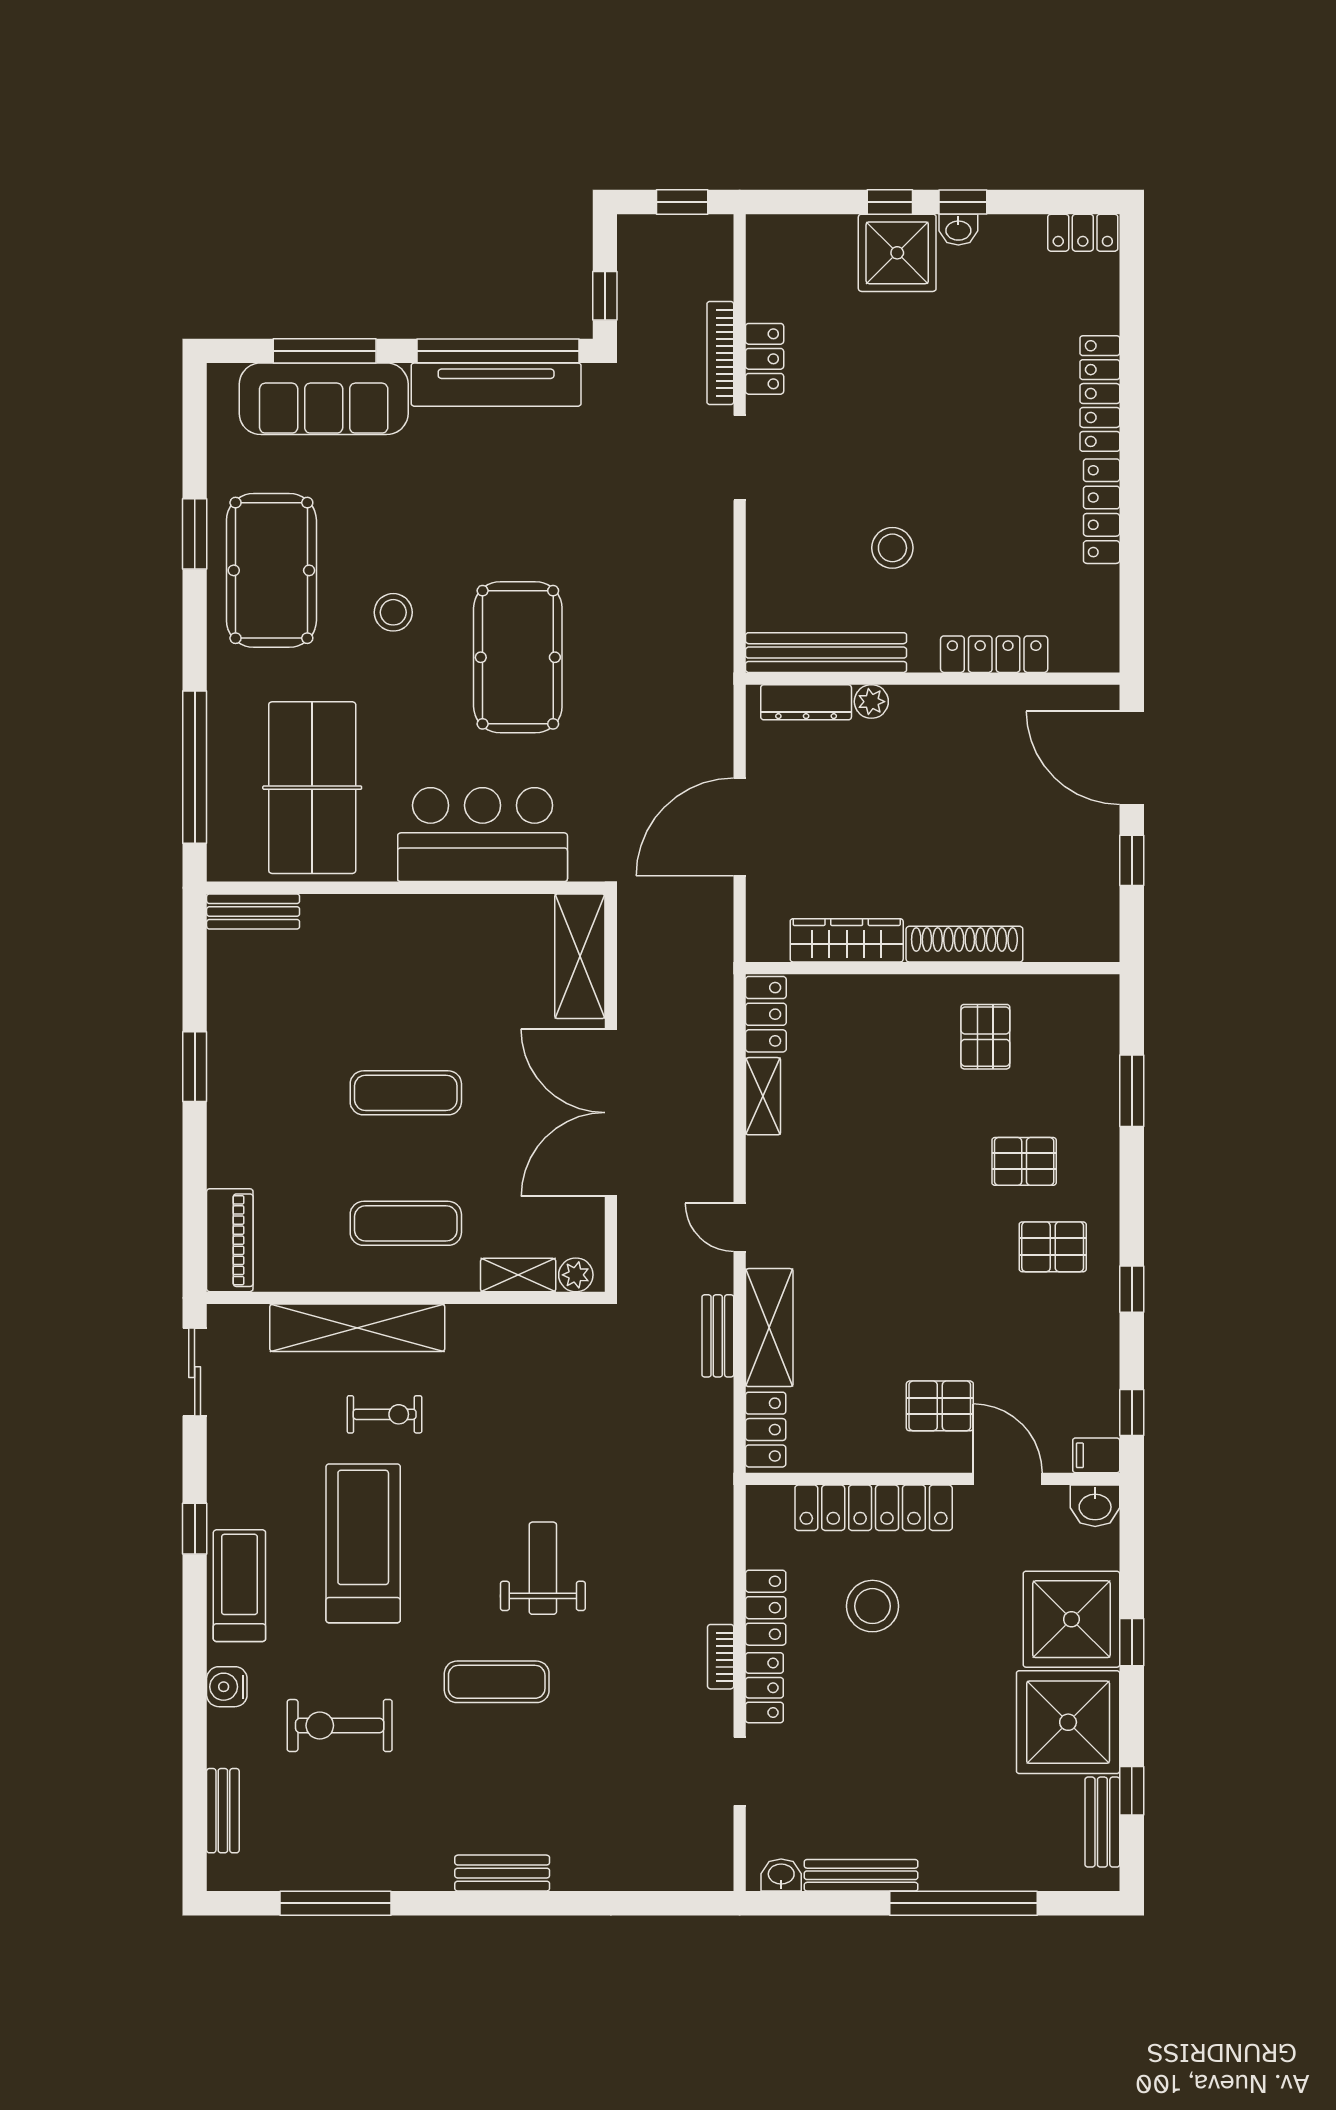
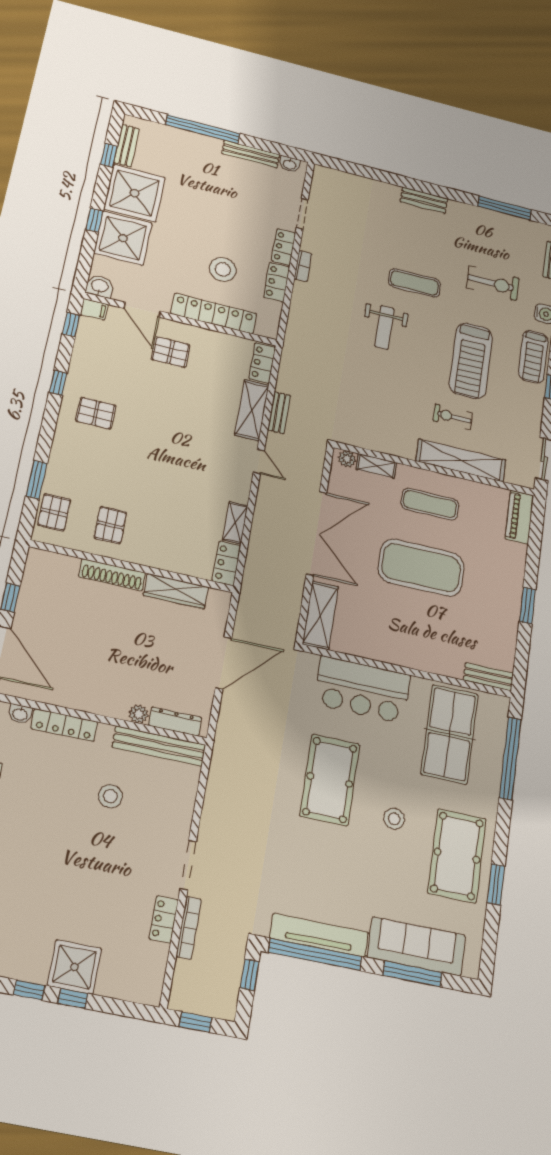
washbasin: (958, 230) -> (20, 714), moved, turned 180
exercise mat: (406, 1093) -> (421, 568), width x2.00, depth x1.45
pallet: (1024, 1161) -> (54, 512), moved, turned 90

